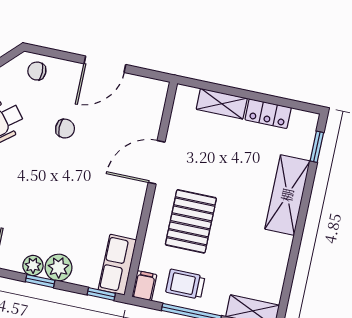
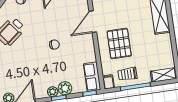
chair: (65, 129) -> (54, 45), moved

